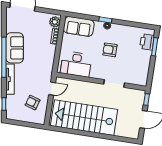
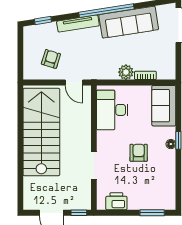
plant: (55, 22) -> (126, 72), moved
printer: (147, 42) -> (116, 201), moved
sofa: (15, 48) -> (129, 22), width x1.36

